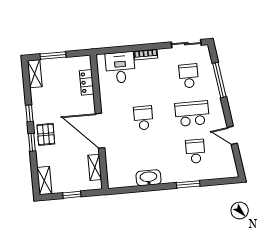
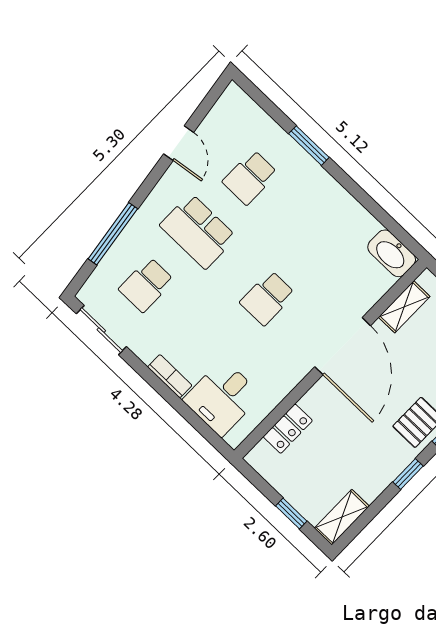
window: (53, 56) -> (291, 514), width x0.67
washbasin: (149, 178) -> (392, 253), moved

